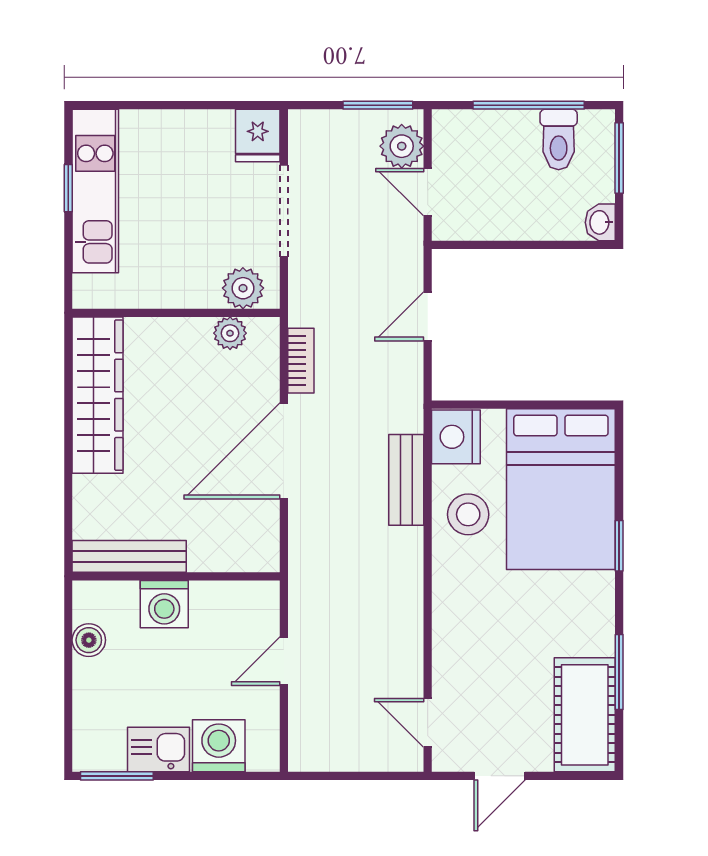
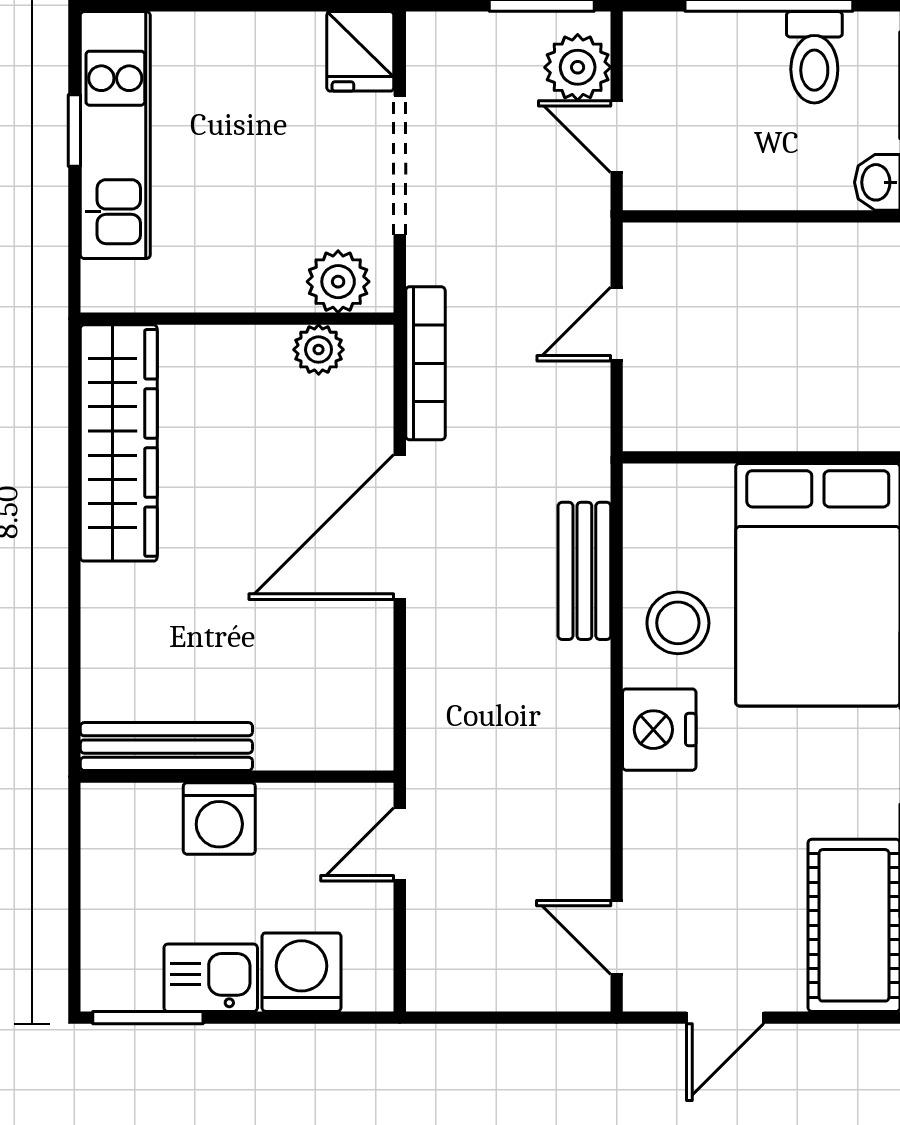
bookcase: (301, 361) -> (425, 363), width x1.56
nightstand: (456, 437) -> (659, 730), moved
bench: (129, 556) -> (166, 747), moved
wall: (176, 576) -> (237, 777), moved
washing machine: (164, 604) -> (219, 818), moved
boiler: (89, 640) -> (105, 813), removed

